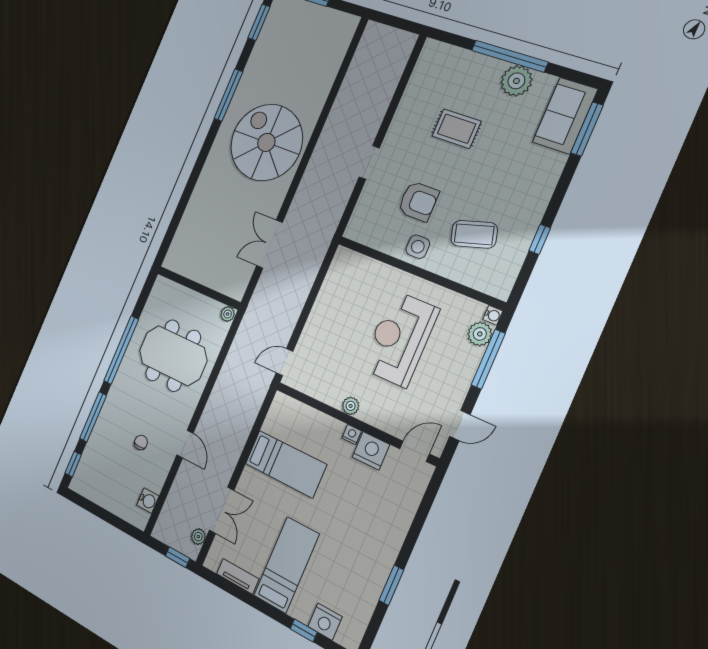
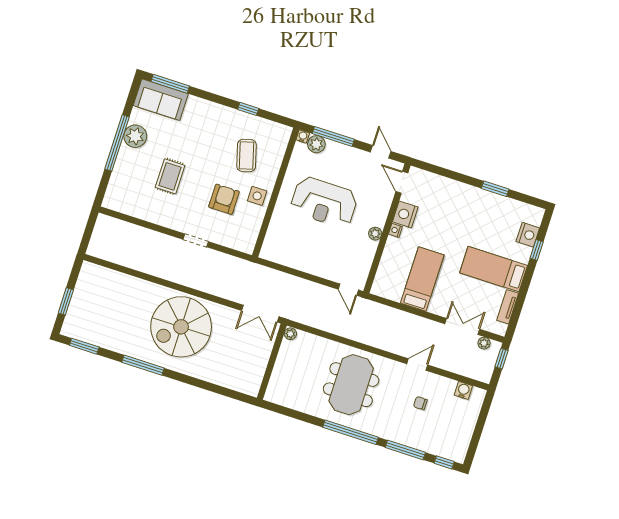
wall: (199, 288) -> (272, 362), moved
plant: (228, 314) -> (290, 334), moved

